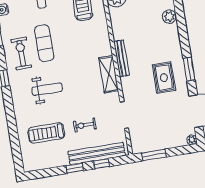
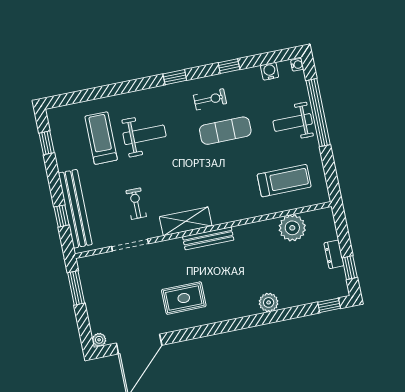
exercise bike: (21, 53) -> (210, 99), width x0.73, depth x0.72
window: (189, 69) -> (197, 332), removed
weight bench: (47, 89) -> (144, 135), moved, turned -90
exercise bike: (85, 125) -> (136, 204), moved
window: (75, 168) -> (47, 143), moved

